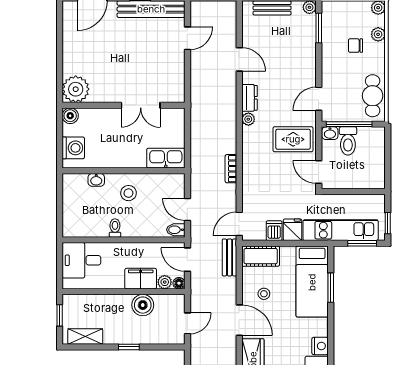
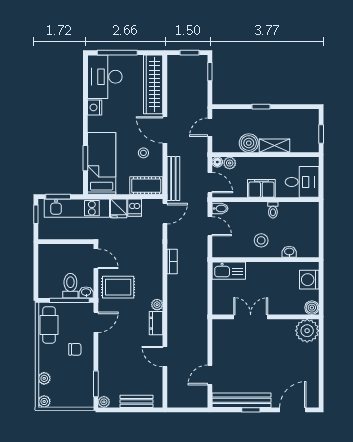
chair: (355, 46) -> (75, 349), moved
bench: (230, 257) -> (173, 179), width x1.36
filing cabinet: (141, 279) -> (261, 188), moved, turned 180
shelving: (85, 336) -> (274, 146), moved

